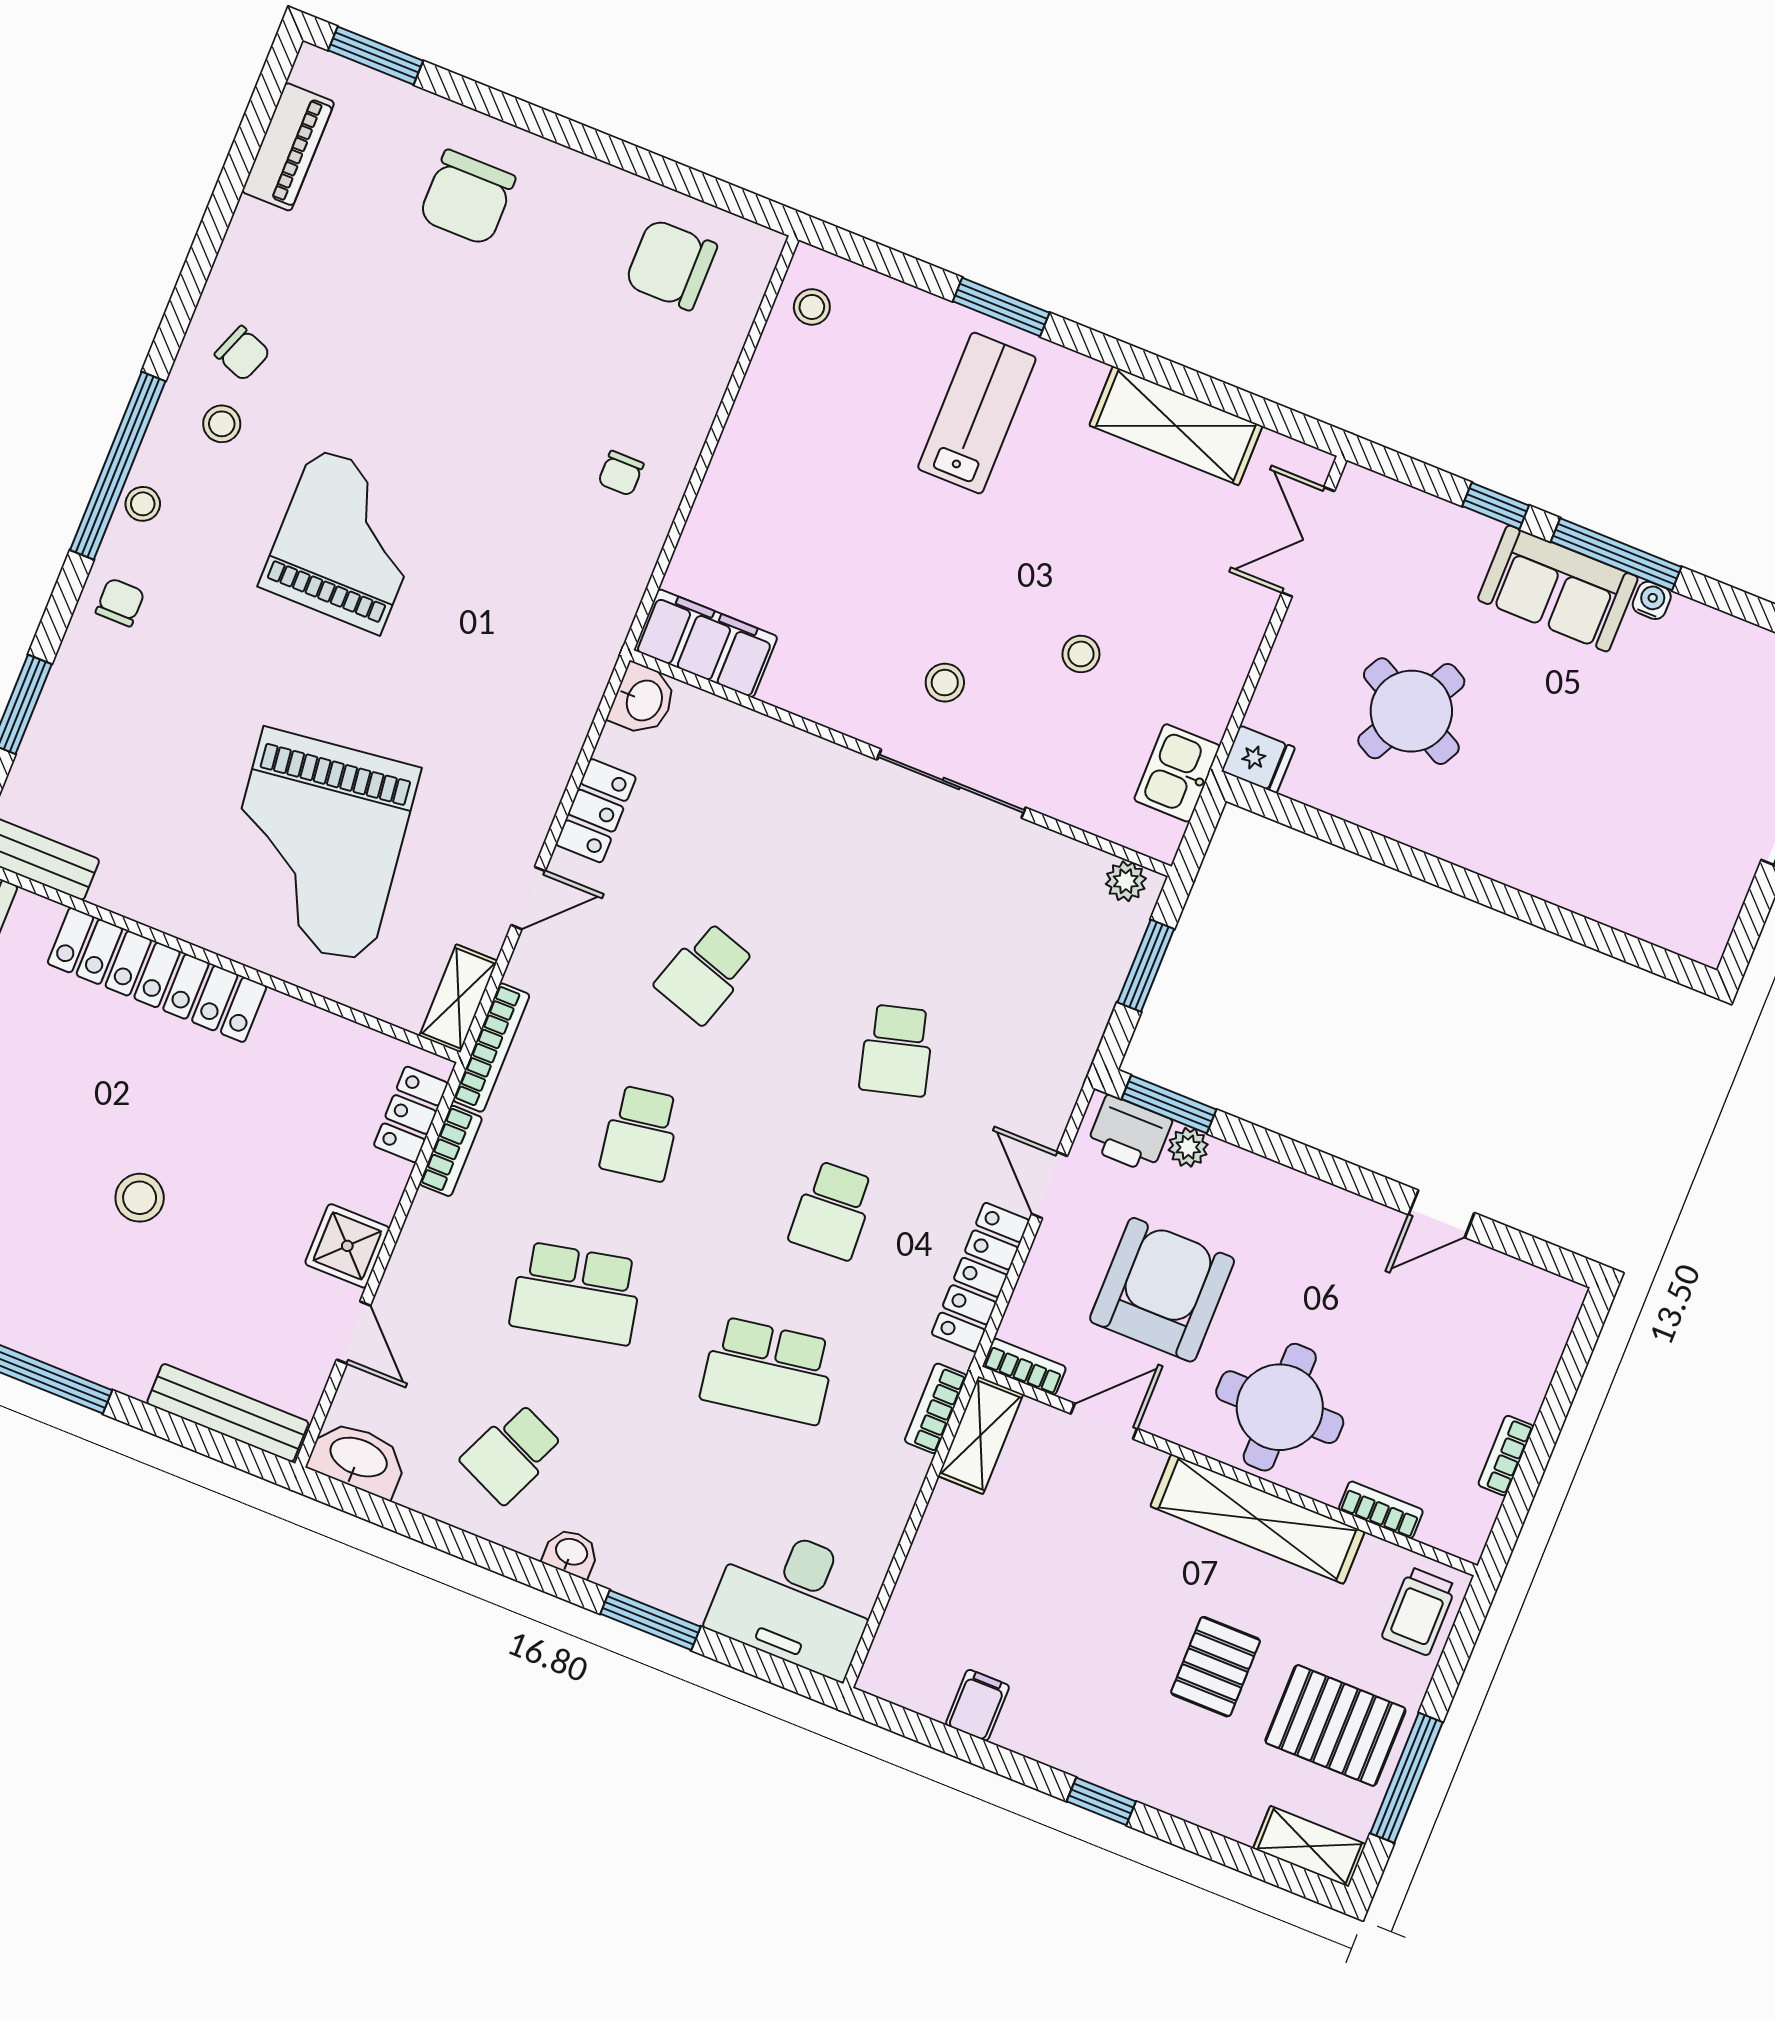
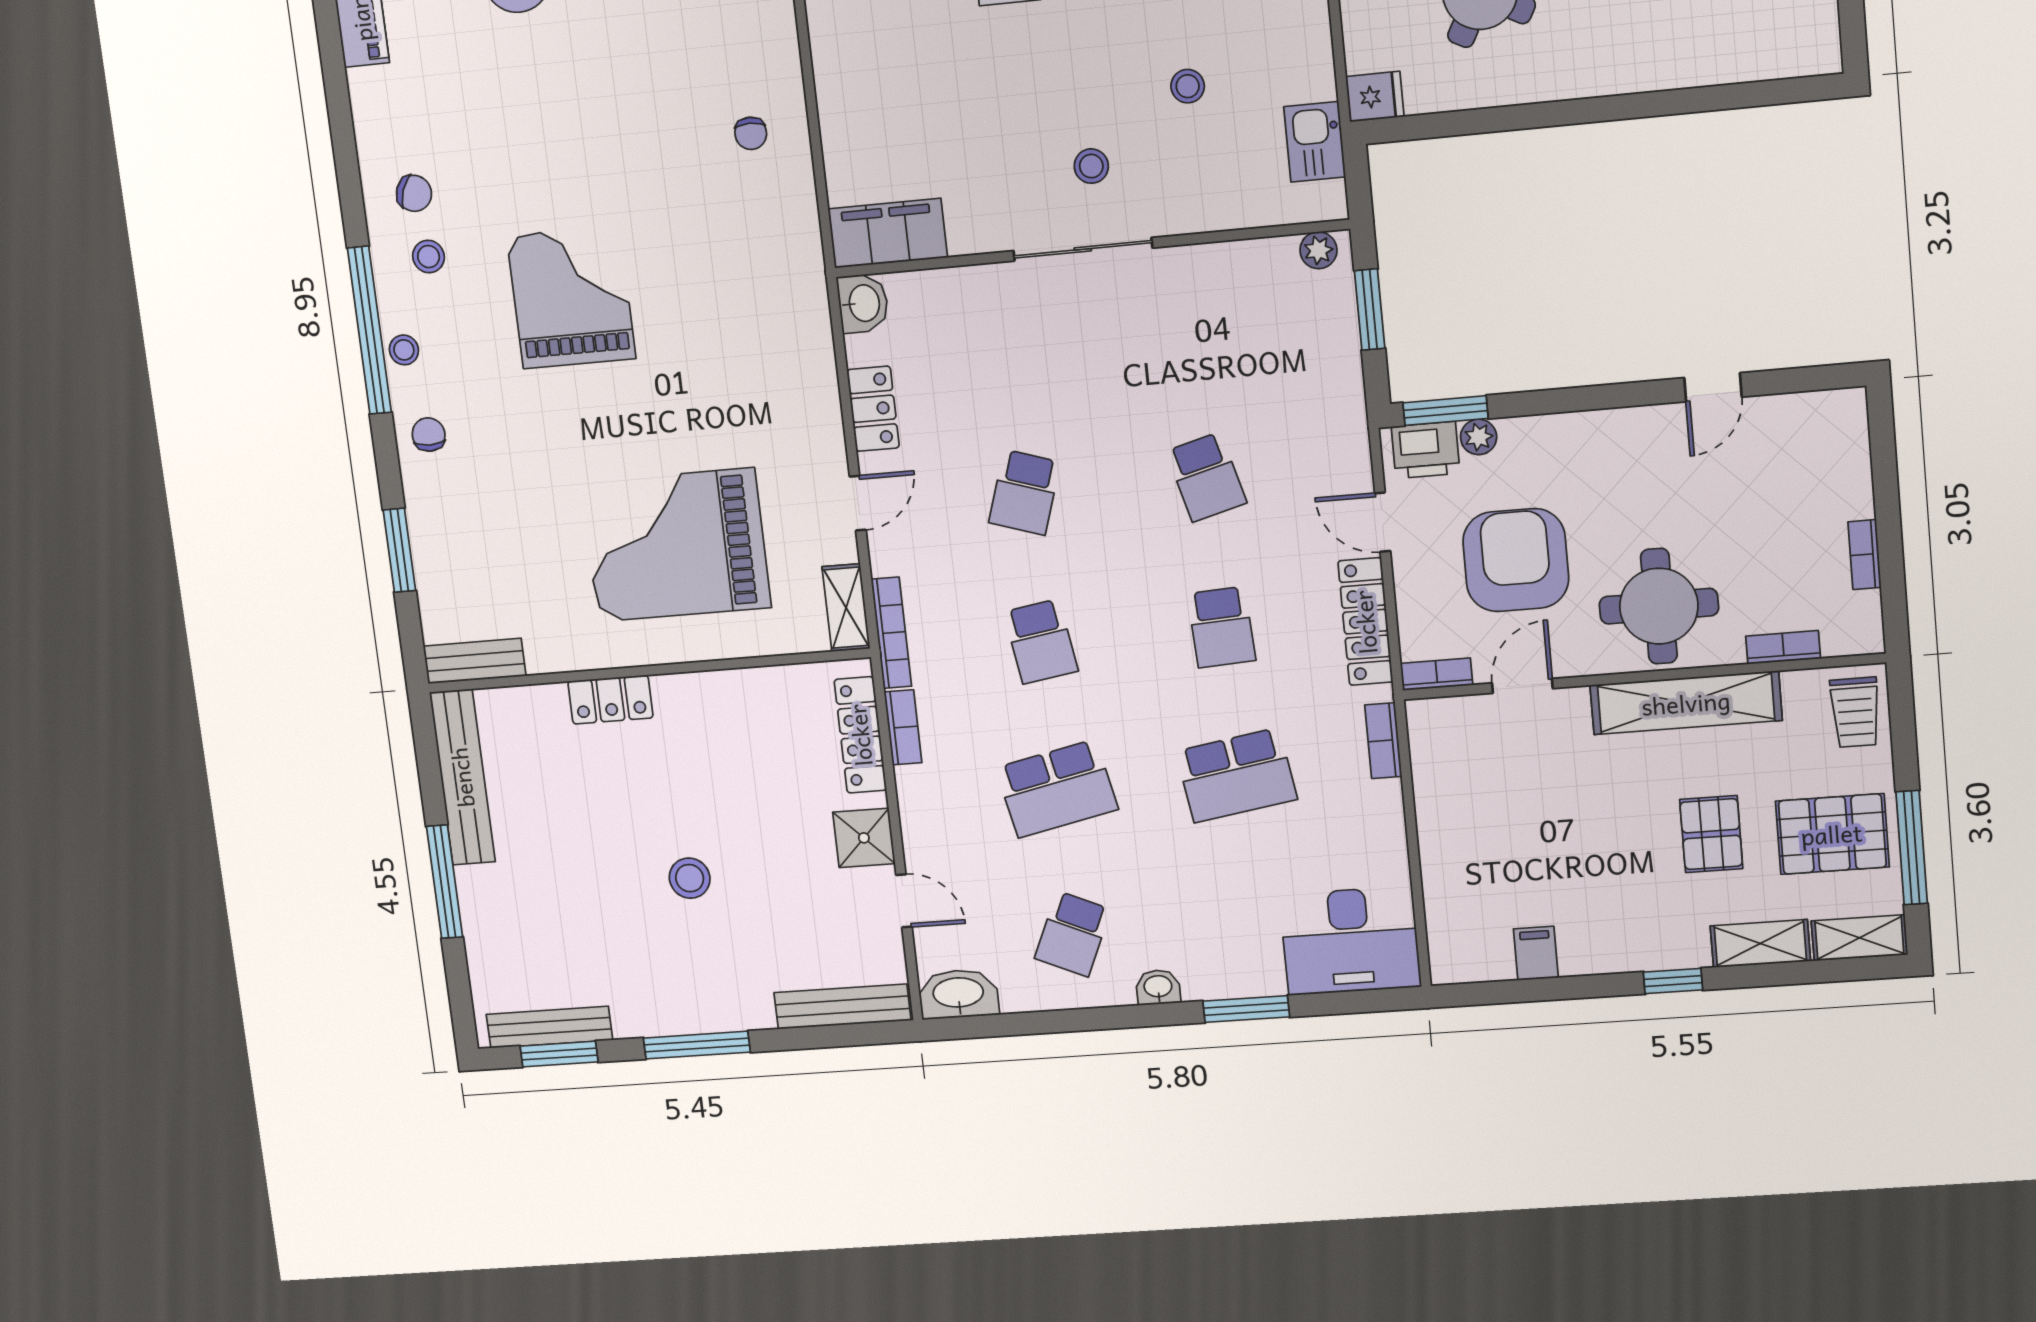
sliding door: (951, 784) -> (1083, 249), moved
grand piano: (316, 846) -> (676, 545), turned 97
locker: (157, 975) -> (610, 700), width x0.46, depth x0.83
locker: (411, 1114) -> (860, 735), width x1.53
shelving: (981, 1435) -> (1760, 943), moved, turned 90

